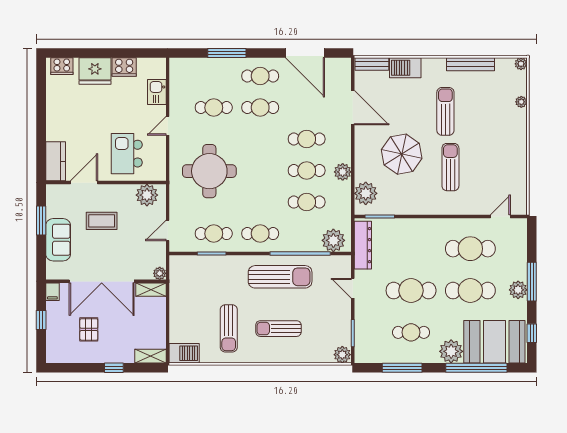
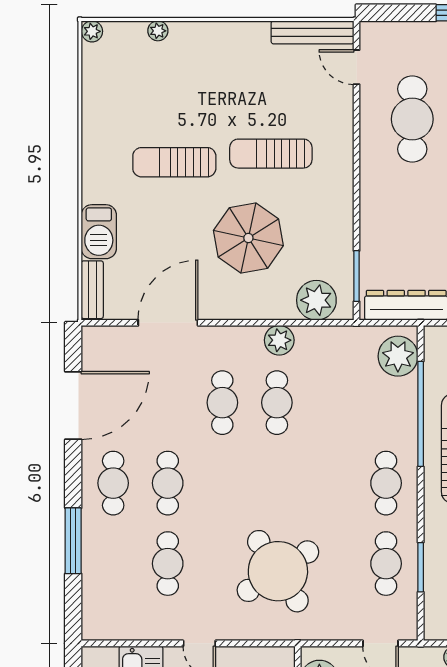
bench: (471, 64) -> (313, 32), moved, turned 90
round table: (209, 171) -> (278, 571), turned -33
cafe table: (307, 202) -> (331, 403), removed

